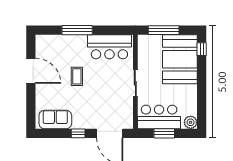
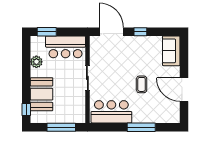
booth: (180, 59) -> (42, 94), width x0.73, depth x0.70
sofa: (55, 120) -> (171, 51), moved, turned 90
plant: (191, 122) -> (36, 62), moved
window: (164, 133) -> (47, 32), moved

